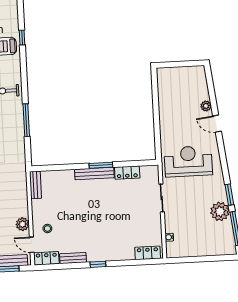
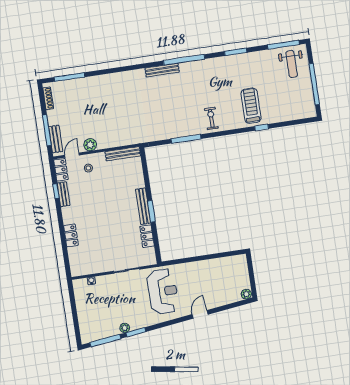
plant: (206, 106) -> (246, 294), moved
bench: (35, 185) -> (123, 154), width x1.36
plant: (220, 211) -> (125, 328), width x0.53, depth x0.53
locker: (148, 253) -> (71, 235), moved
window: (98, 264) -> (56, 191), moved

